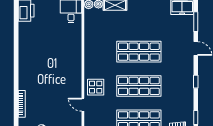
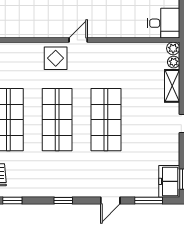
door: (83, 105) -> (78, 40), moved

